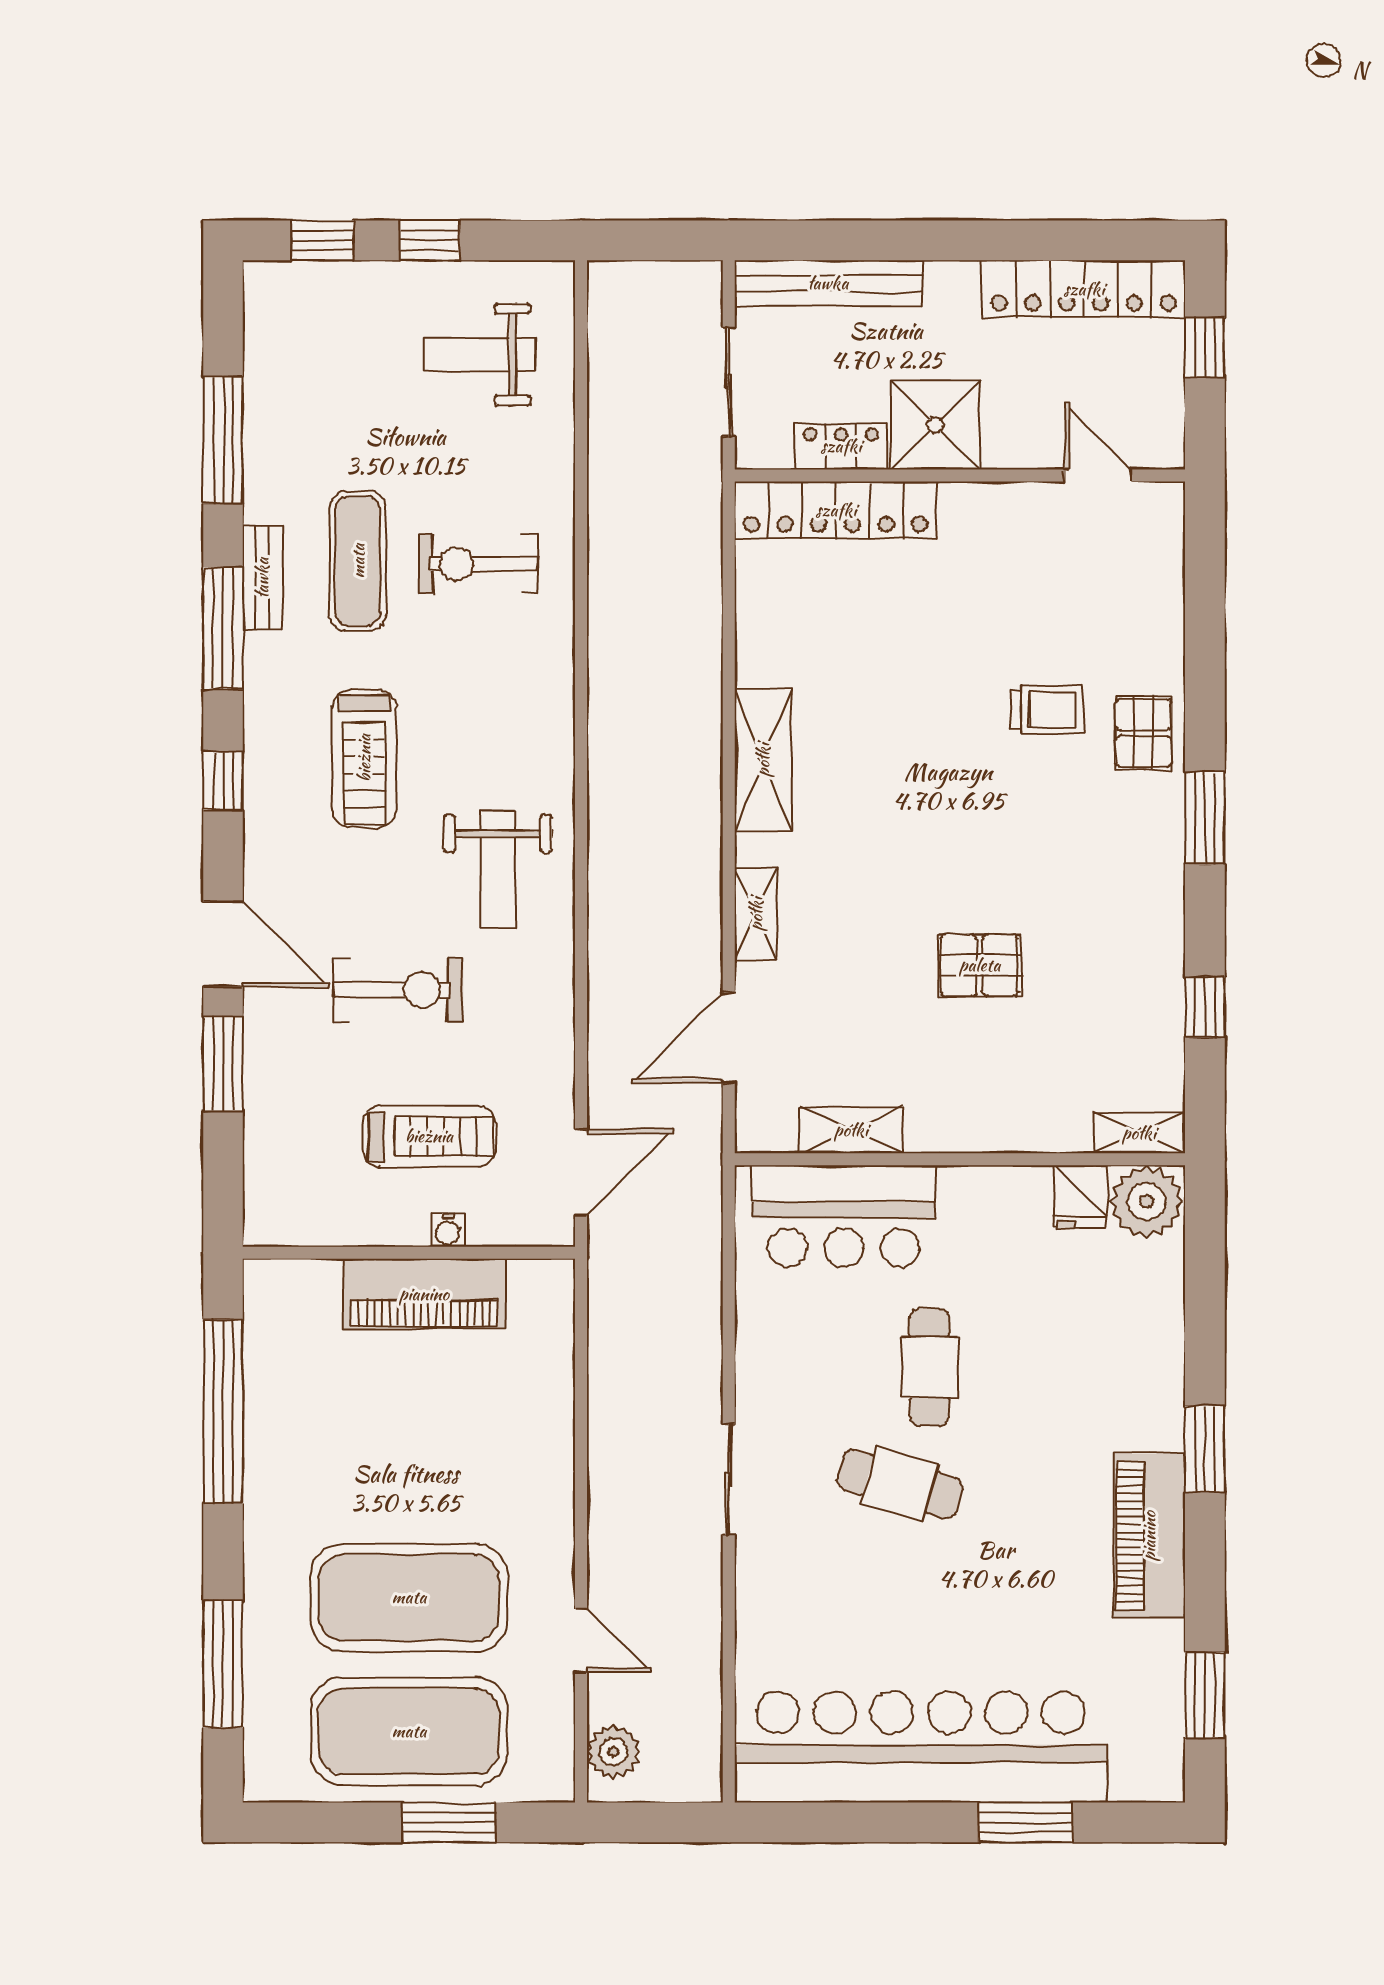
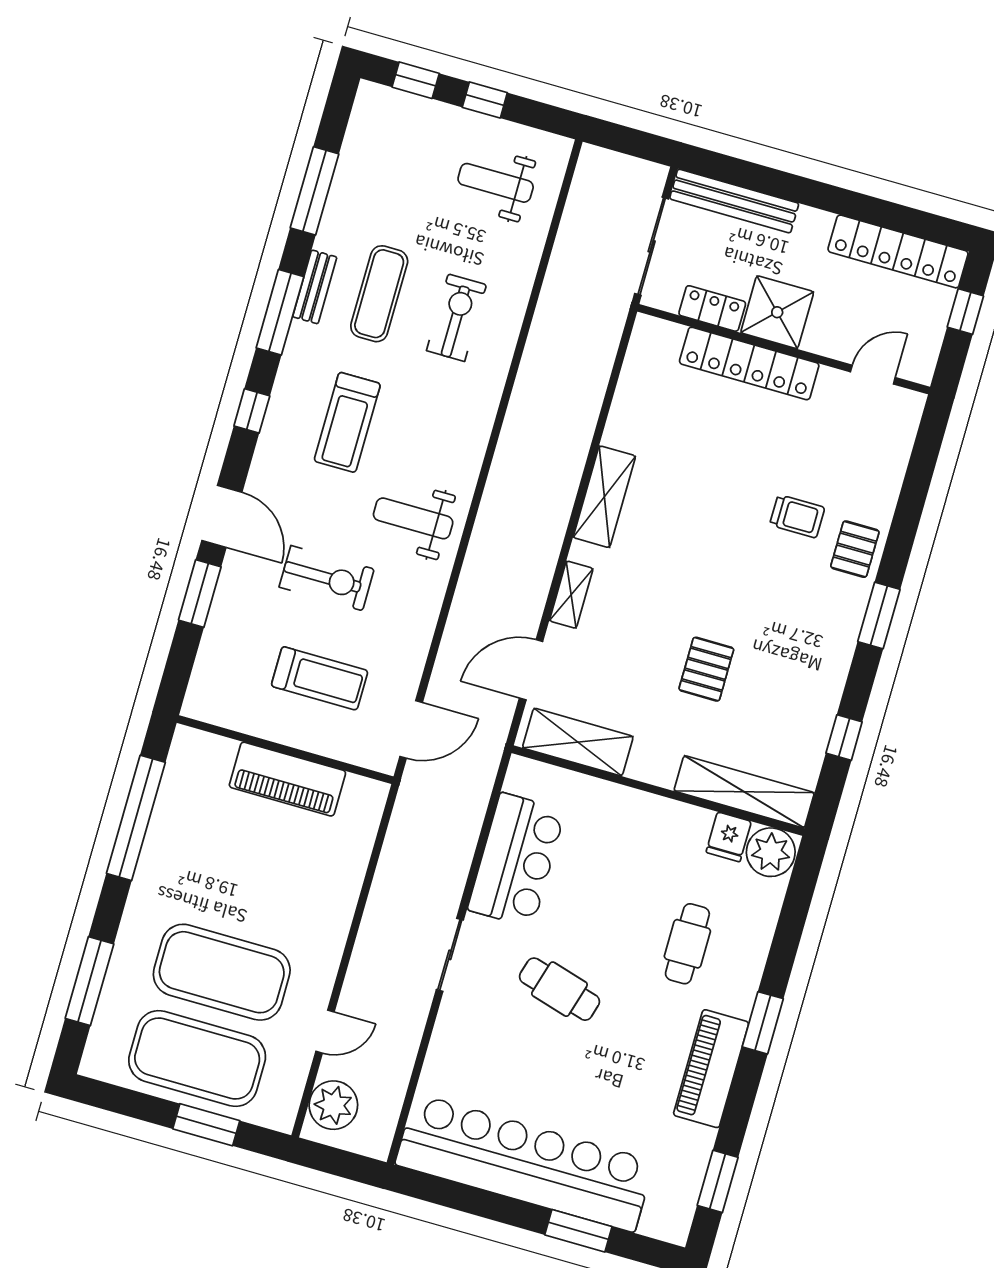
sliding door: (729, 382) -> (652, 246), width x1.37
door: (1098, 475) -> (873, 375), hinge flipped
locker: (836, 510) -> (749, 363), moved
exercise bike: (478, 564) -> (456, 318), turned 90
weight bench: (498, 869) -> (413, 518), turned 90
pallet: (980, 965) -> (706, 669), turned 90
shelving: (851, 1130) -> (578, 742), width x1.50, depth x1.33
shelving: (1139, 1133) -> (744, 792), width x2.20, depth x1.33
bar counter: (844, 1216) -> (516, 860), moved, turned -90
water cooler: (448, 1230) -> (314, 742), removed
cafe table: (929, 1367) -> (687, 944), moved
door: (581, 1640) -> (325, 1032), hinge flipped
plant: (613, 1752) -> (333, 1105), width x1.36, depth x1.36

